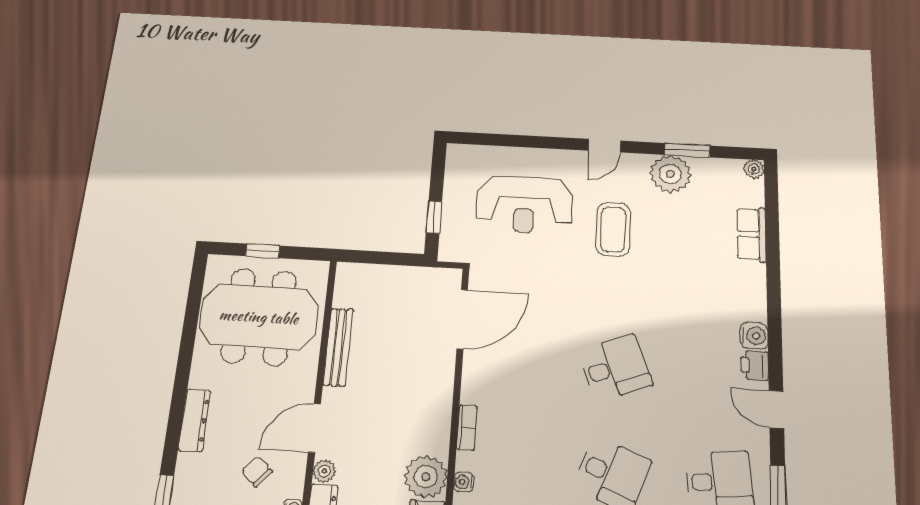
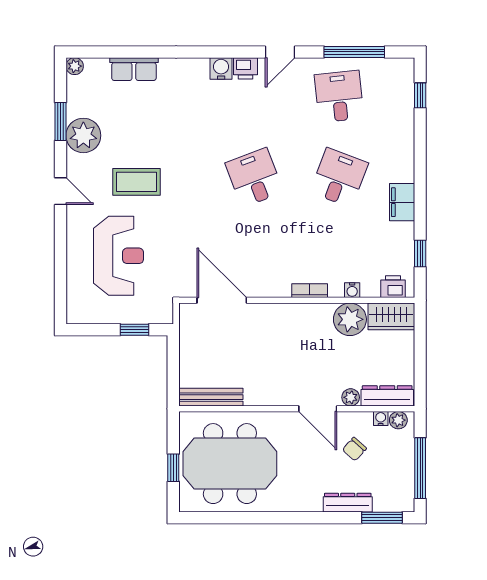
meeting table: (259, 317) -> (230, 464), turned 90
bench: (338, 347) -> (211, 397), moved
dresser: (195, 420) -> (348, 503), moved

